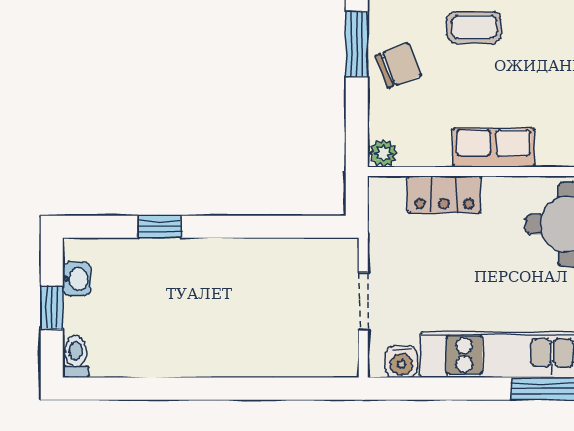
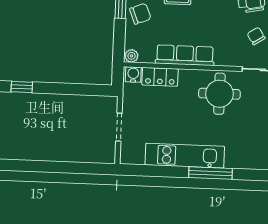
row of seats: (494, 148) -> (185, 55), width x1.48
water cooler: (402, 362) -> (133, 75), moved, turned 180

